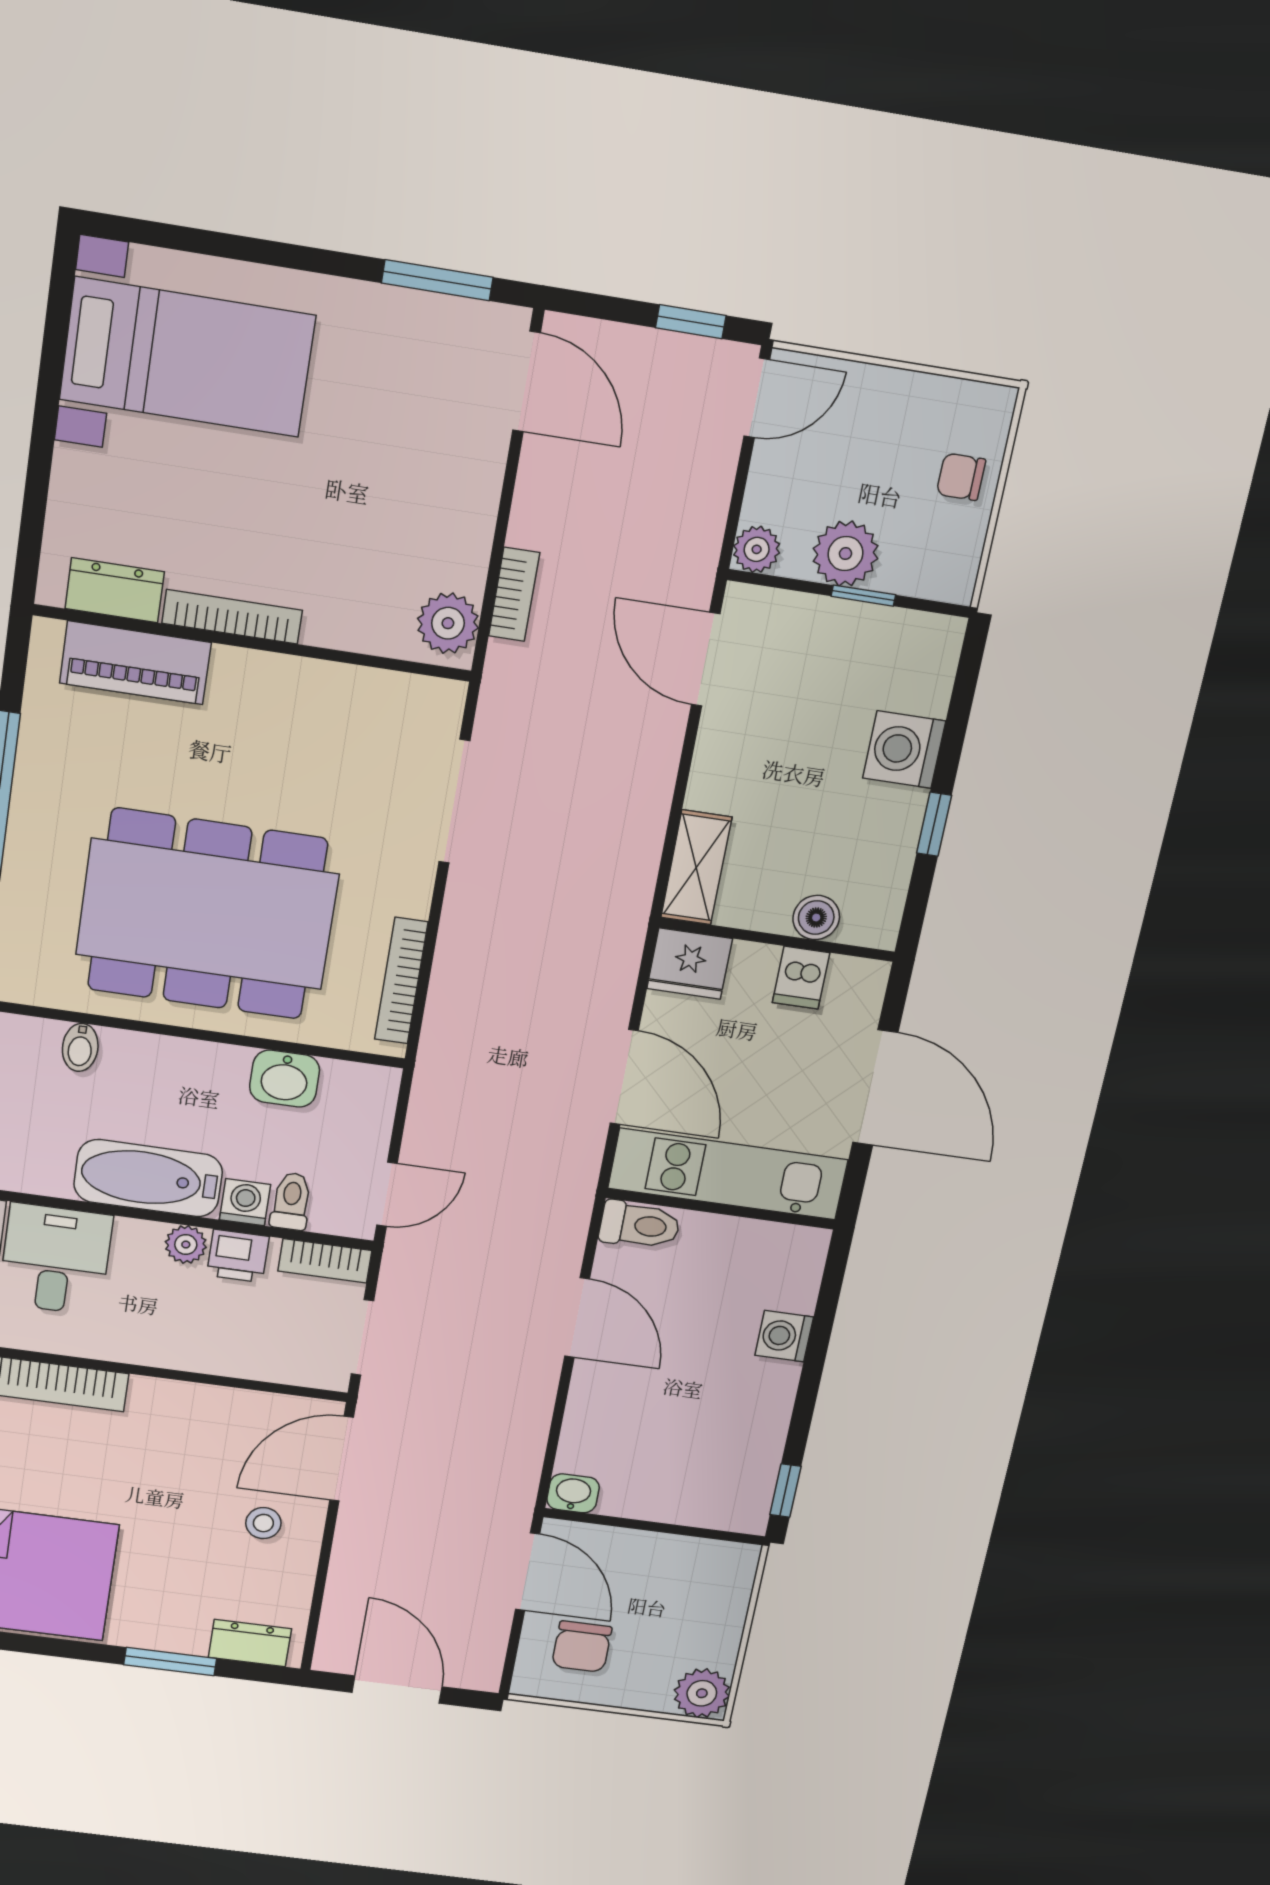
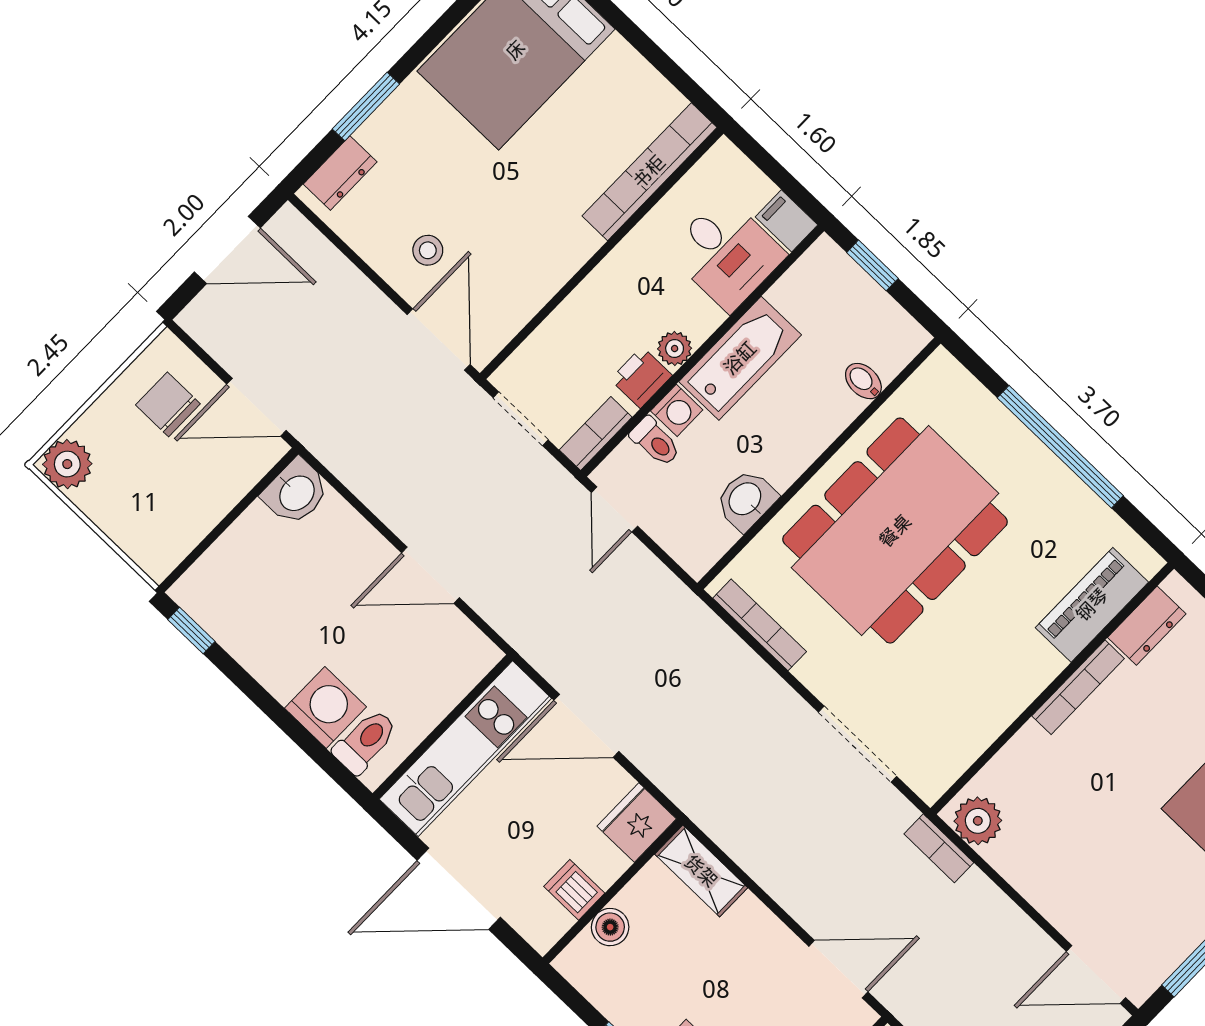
bookcase: (514, 594) -> (939, 848), moved
toilet: (640, 1225) -> (365, 741), moved, turned 180
washing machine: (784, 1336) -> (326, 708), width x1.38, depth x1.38
washbasin: (573, 1493) -> (296, 492), width x1.38, depth x1.45

